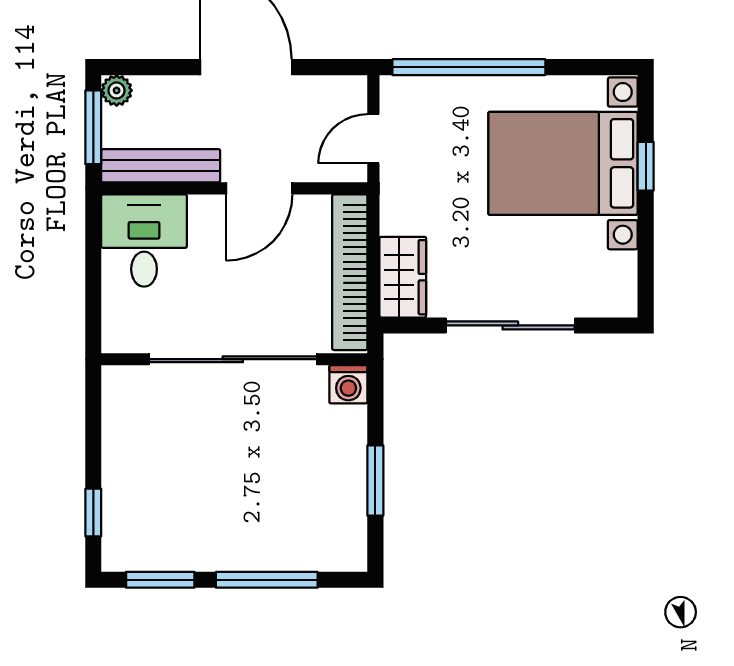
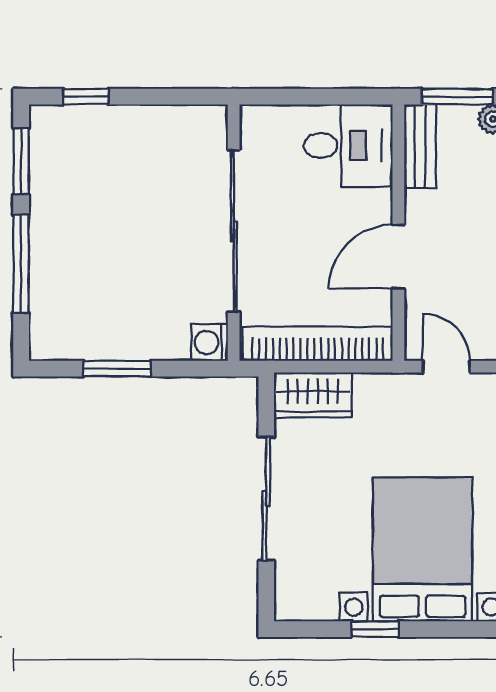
bench: (161, 166) -> (420, 146), width x0.73
window: (646, 166) -> (375, 629), moved
door: (259, 188) -> (398, 257), hinge flipped

